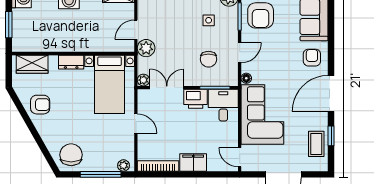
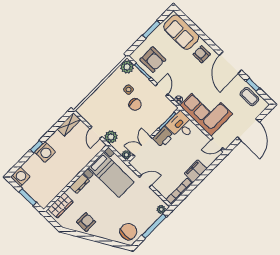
chair: (208, 59) -> (135, 104), moved
chair: (71, 155) -> (128, 232), turned 90

